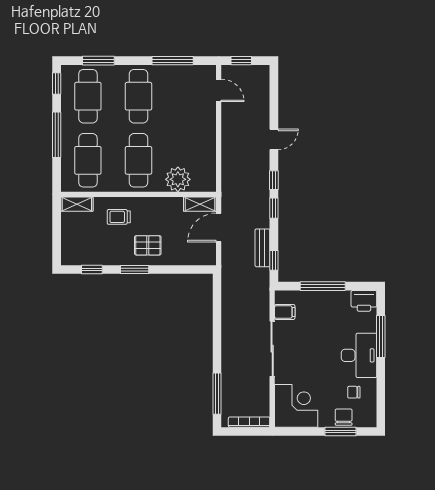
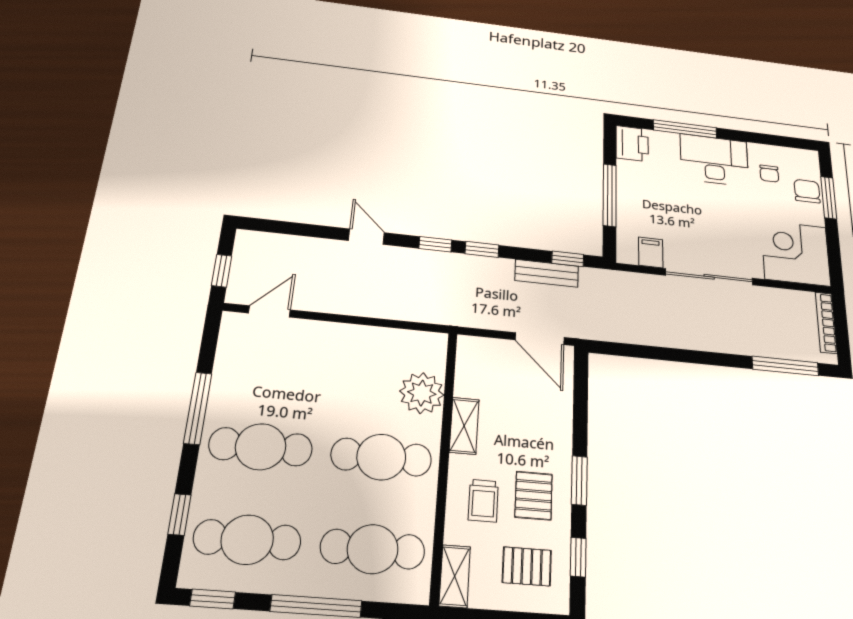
window: (98, 61) -> (179, 514), width x0.67
window: (173, 61) -> (198, 408), moved
shelving: (200, 204) -> (464, 426), moved
door: (219, 227) -> (540, 339), moved
pallet: (85, 242) -> (527, 566), added
pallet: (148, 245) -> (534, 496), moved
chair: (344, 417) -> (807, 191), turned 90

